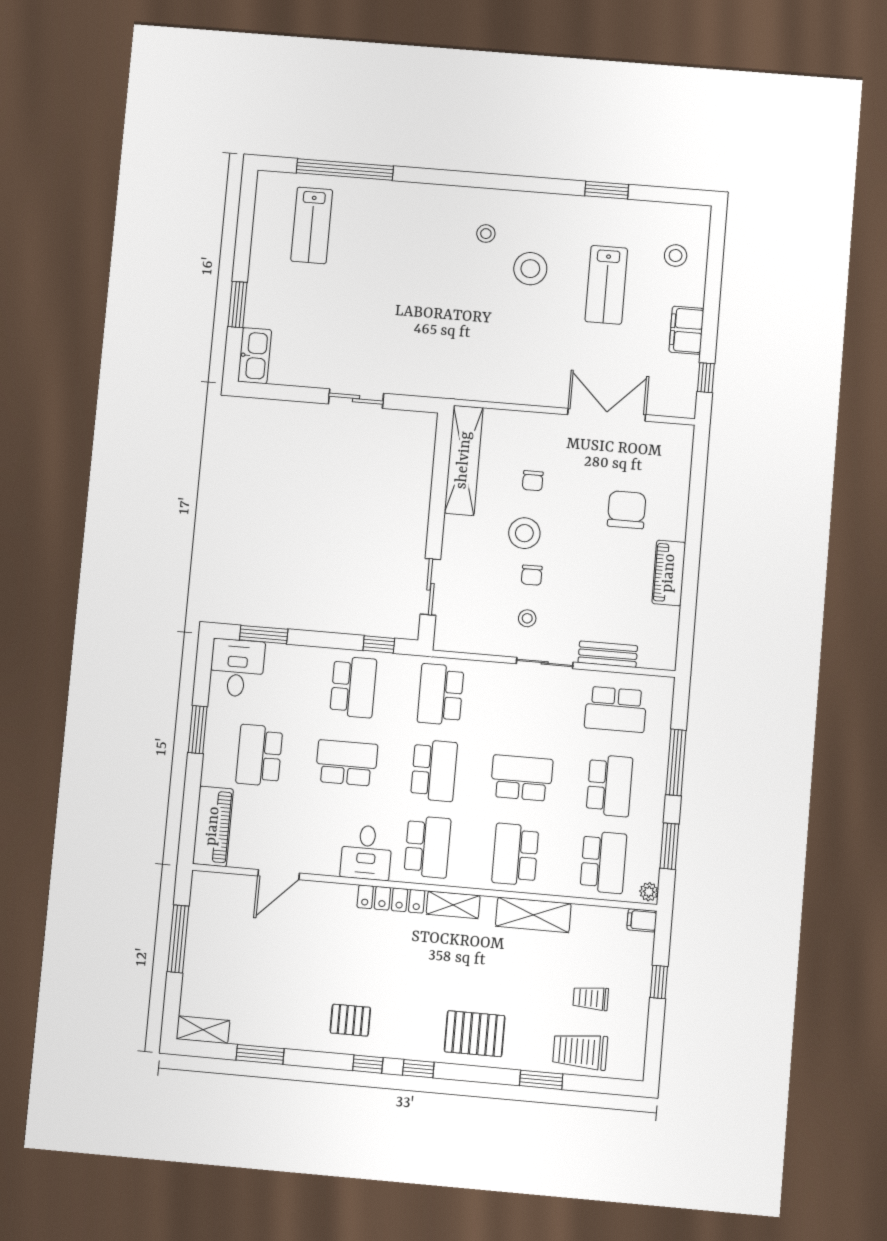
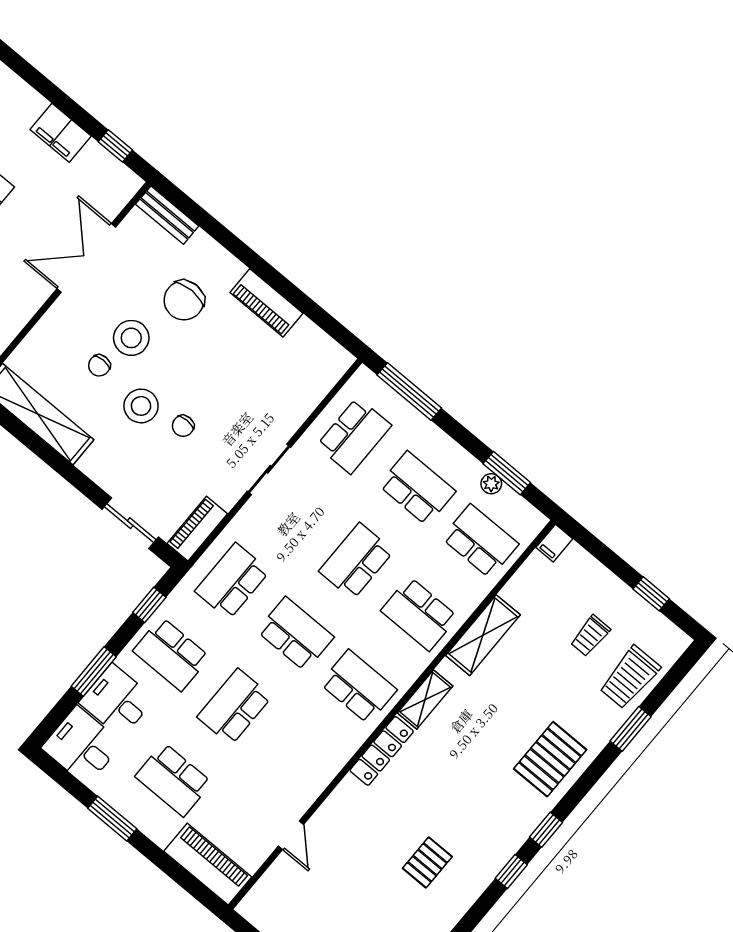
chair: (533, 481) -> (99, 365), turned 90
chair: (627, 510) -> (184, 300), turned -90
chair: (532, 575) -> (183, 426), turned 90
stool: (527, 618) -> (131, 338), moved, width x1.89, depth x1.89
window: (264, 635) -> (94, 671), moved
piano: (462, 640) -> (197, 529), added
bench: (608, 654) -> (167, 215), moved, turned 90
school desk: (353, 687) -> (171, 654), turned 180
school desk: (441, 694) -> (232, 581), turned 90
window: (676, 762) -> (409, 392), moved
desk: (366, 852) -> (117, 701), moved, turned 180
door: (279, 875) -> (291, 835), width x0.73
plant: (649, 892) -> (491, 484), moved
window: (659, 982) -> (651, 594), moved
pallet: (350, 1020) -> (427, 862), moved

